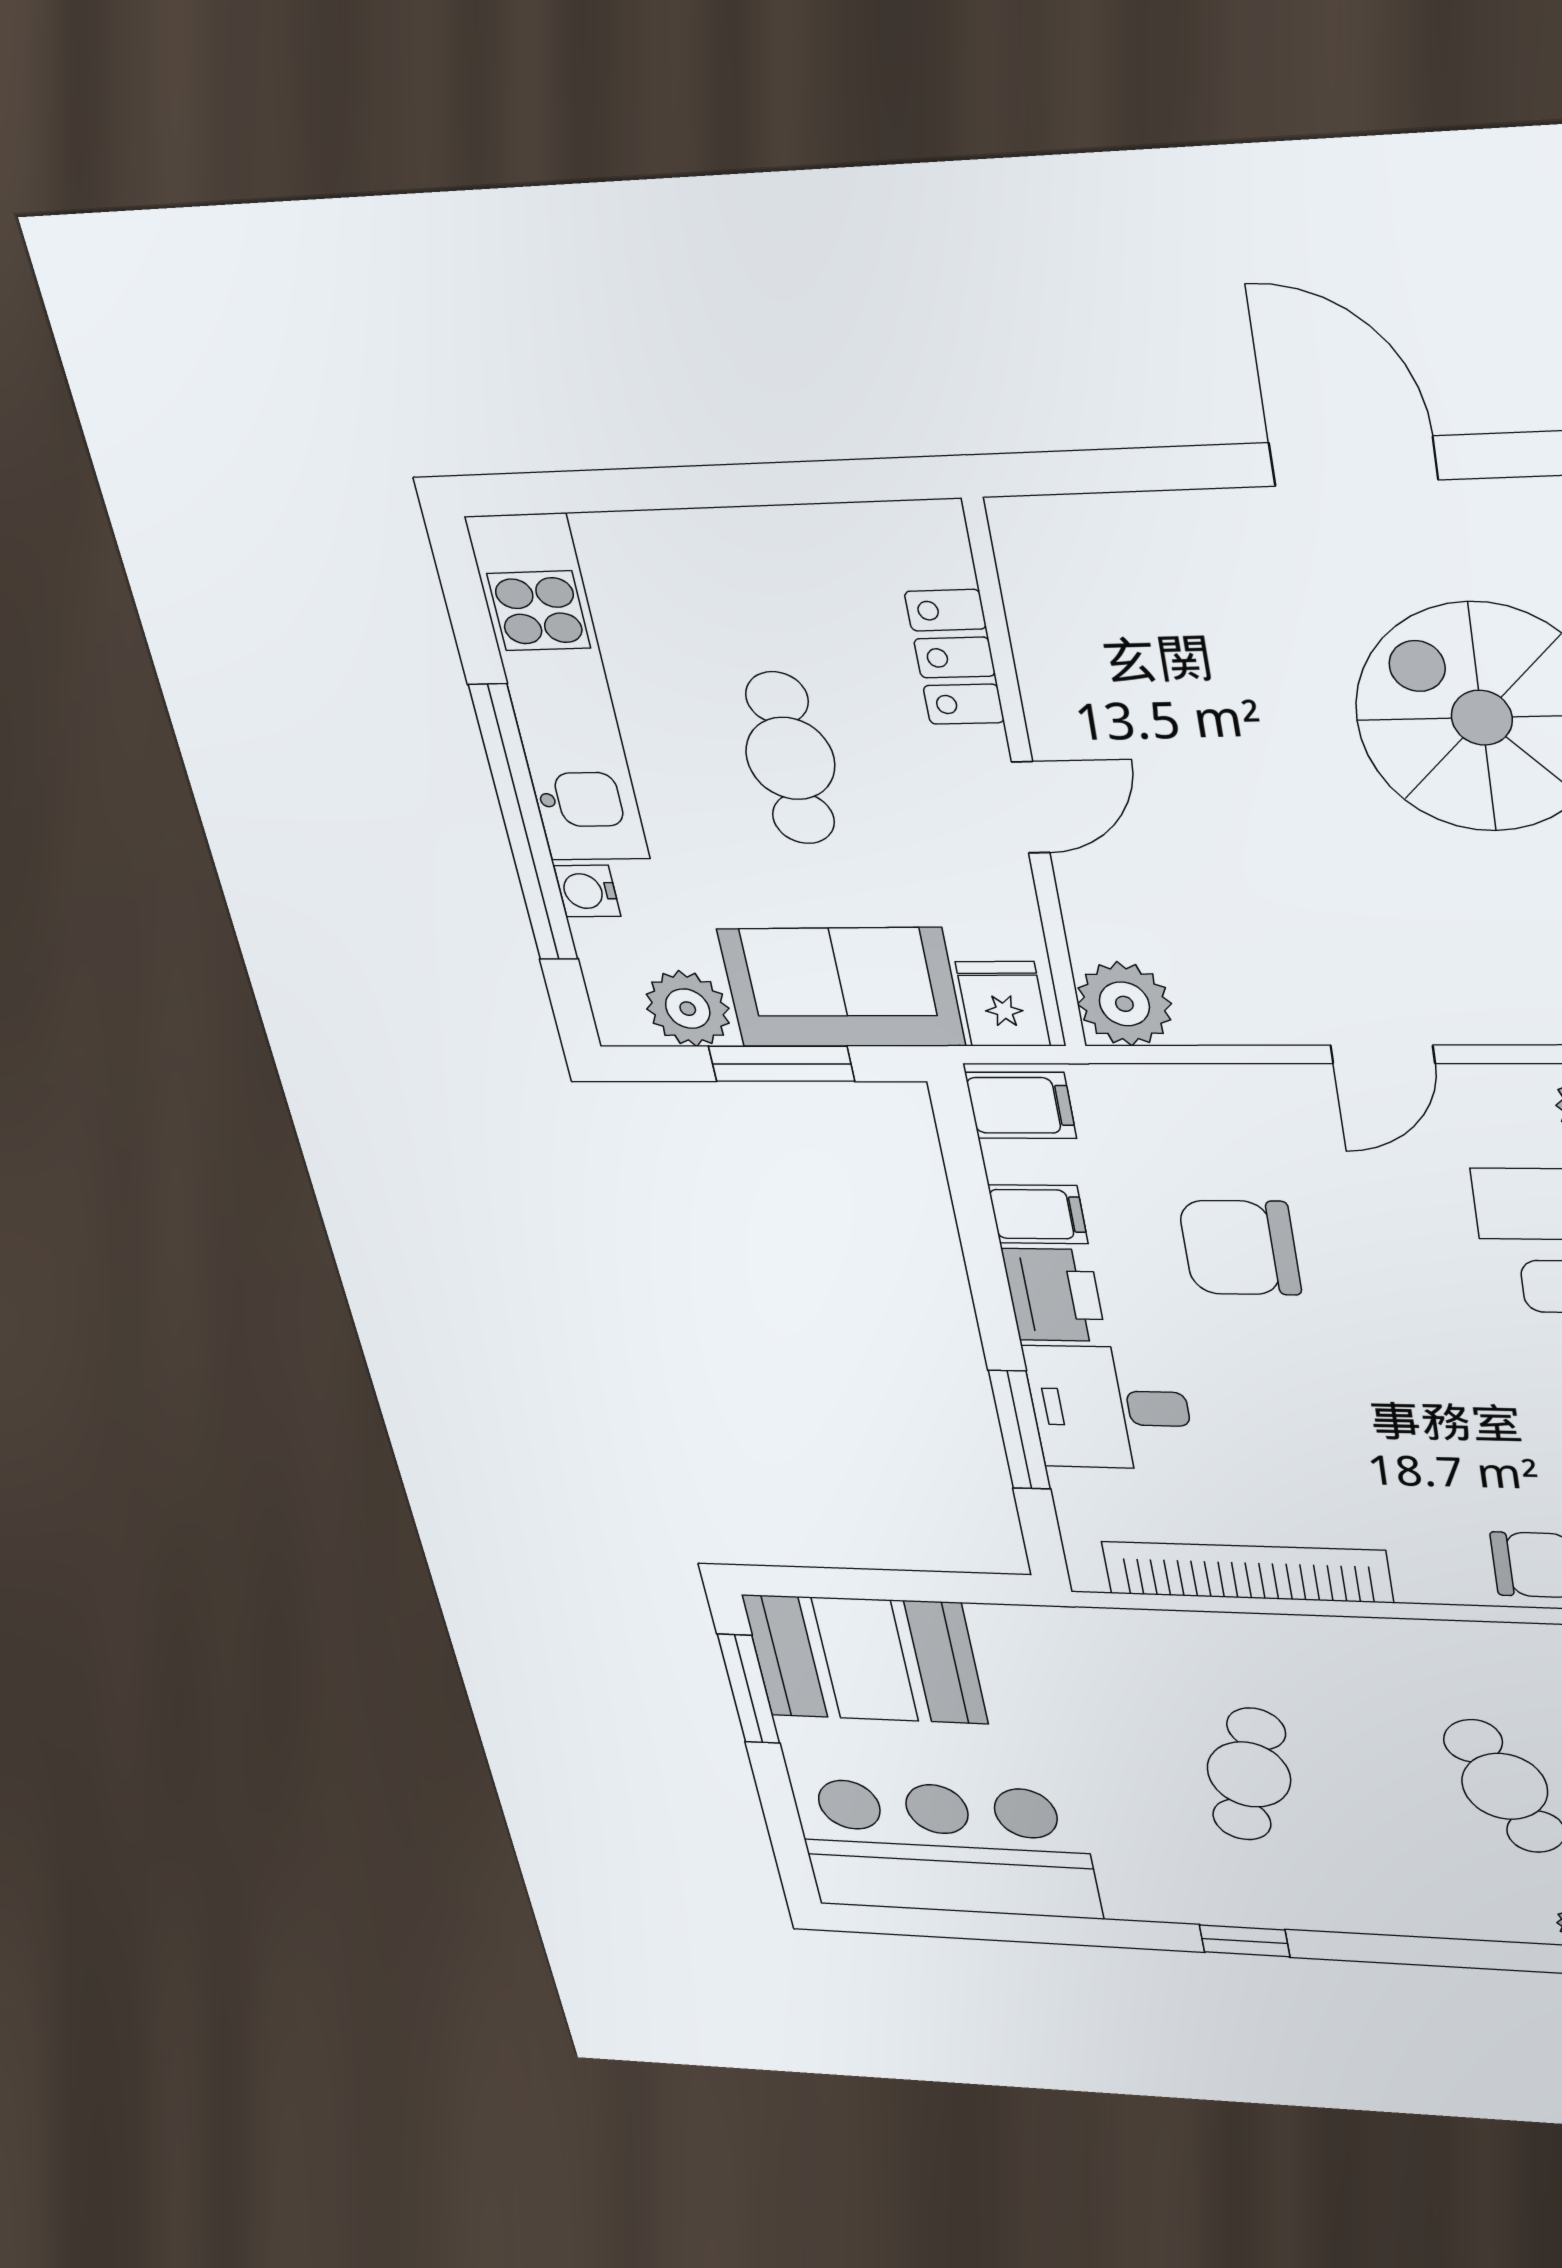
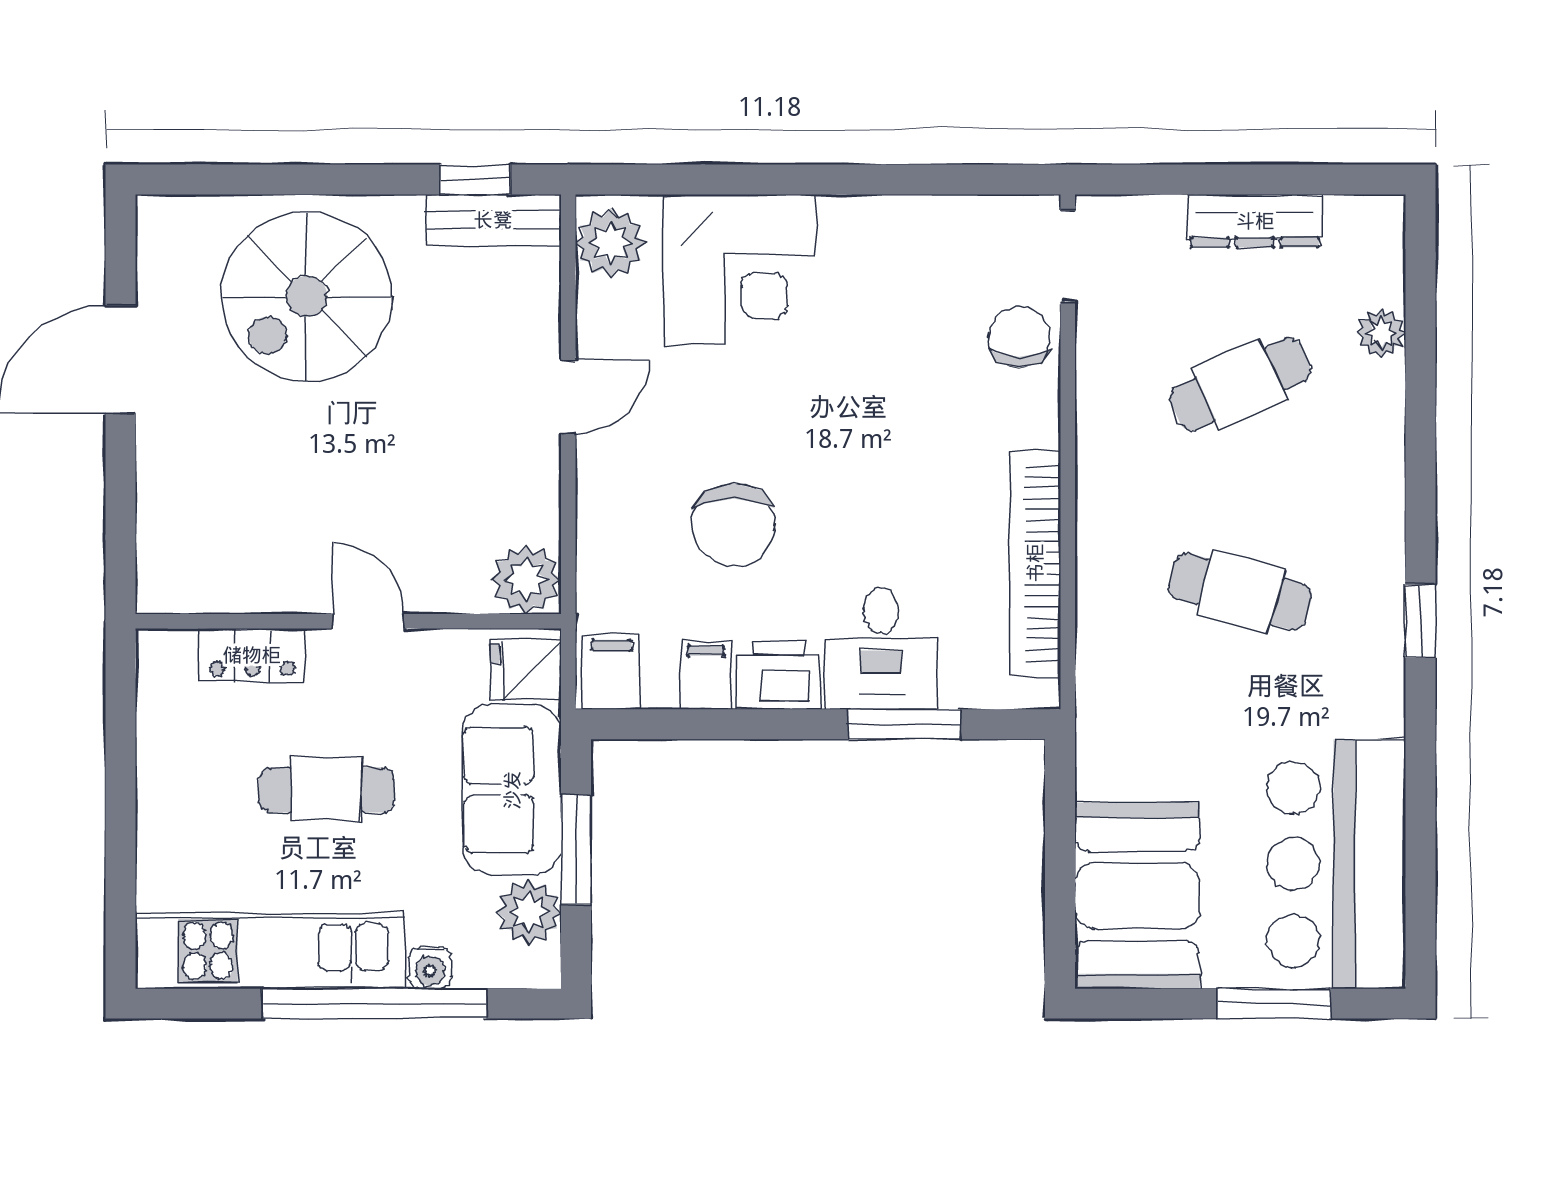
door: (1383, 1054) -> (568, 397), hinge flipped
window: (749, 1689) -> (1274, 1004), moved

